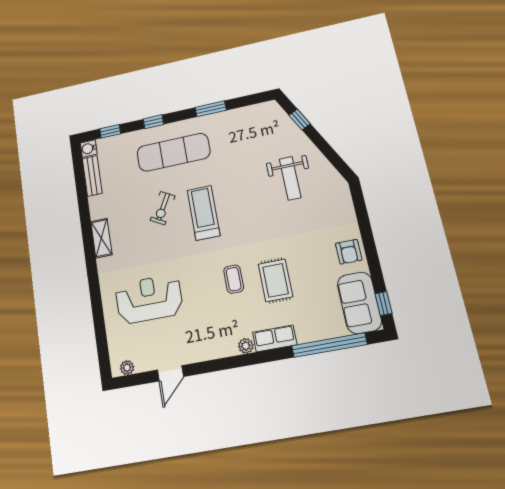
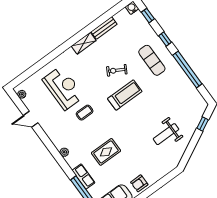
window: (211, 109) -> (187, 70), width x2.11
exercise mat: (173, 152) -> (152, 60), width x0.73, depth x0.69
bench: (92, 176) -> (104, 28), moved
coffee table: (234, 279) -> (85, 113), moved
row of seats: (275, 338) -> (83, 177), moved

